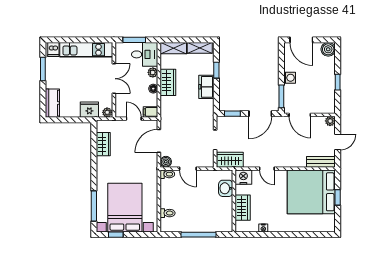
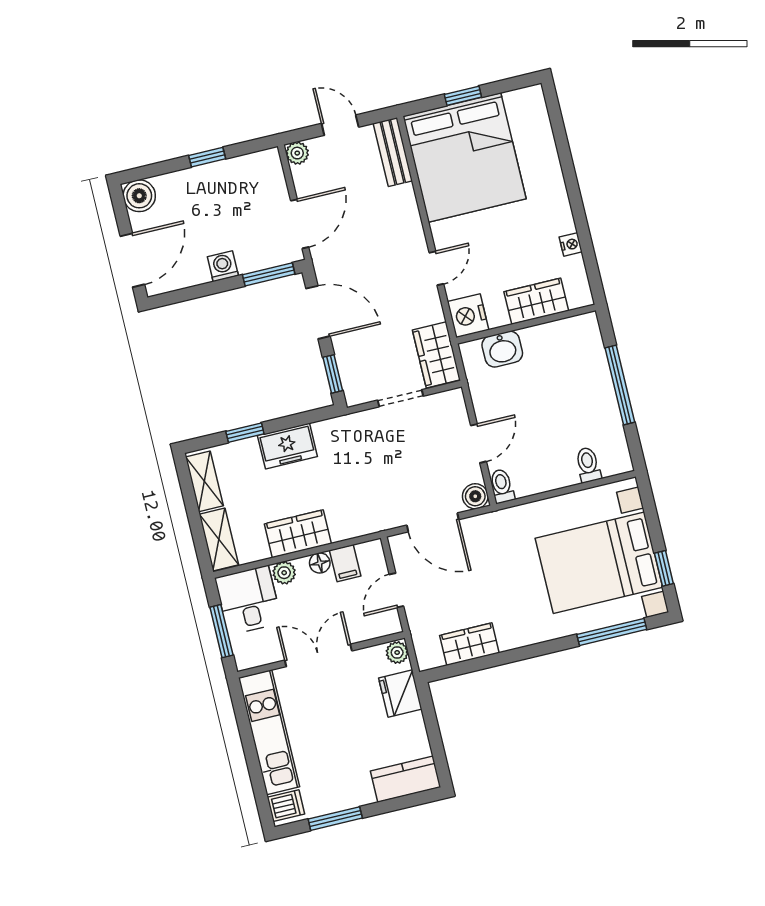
filing cabinet: (151, 112) -> (345, 563), moved

